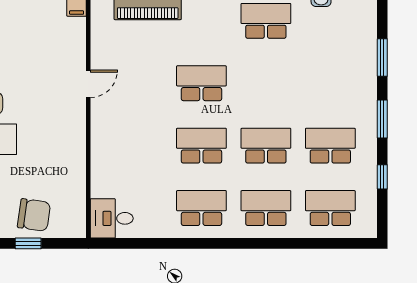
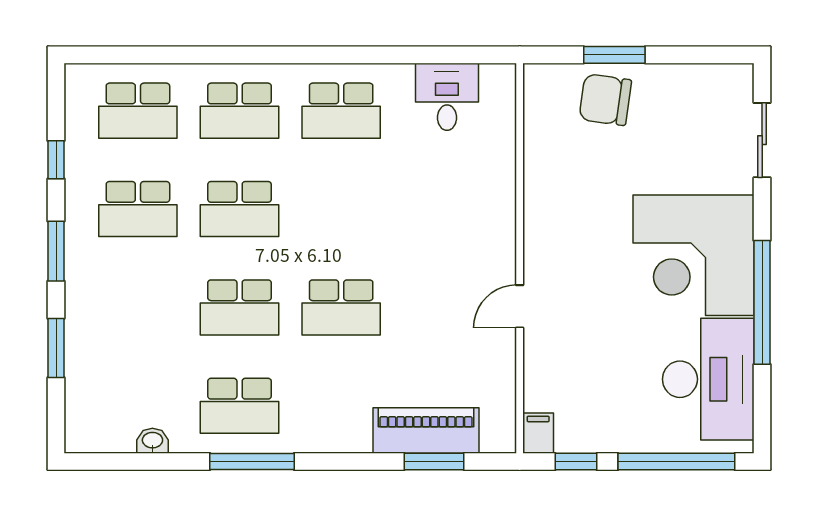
school desk: (201, 146) -> (240, 307), moved
desk: (112, 218) -> (447, 97), moved, turned -90
window: (28, 243) -> (614, 55), width x1.50

